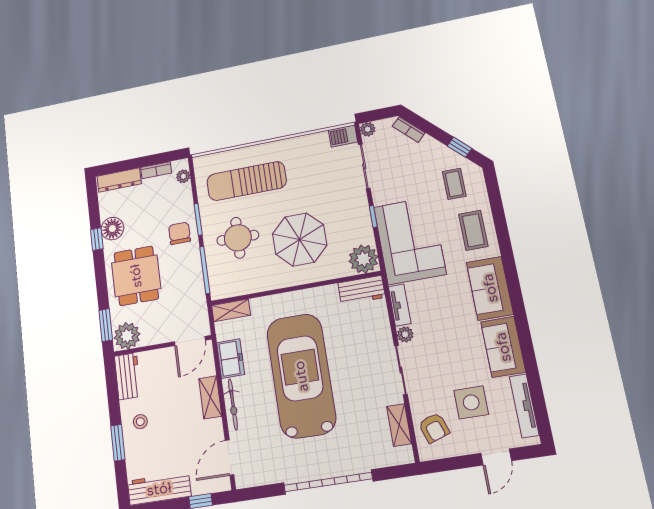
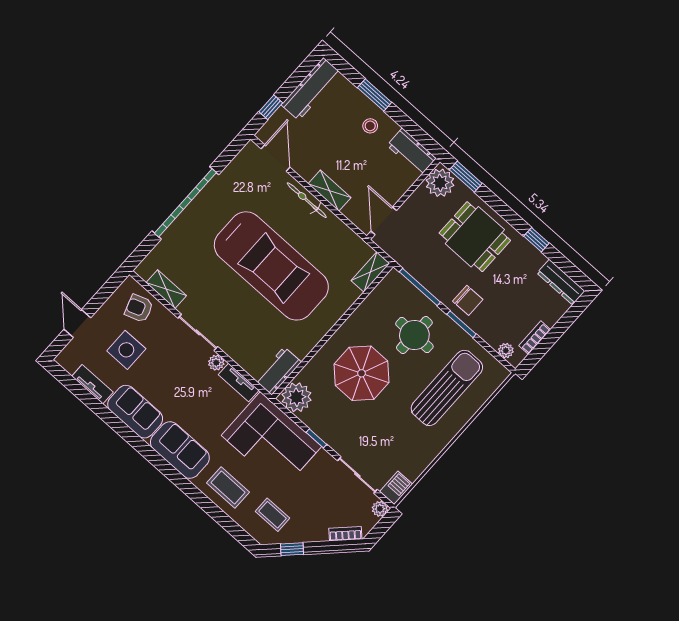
dresser: (119, 180) -> (561, 282), moved, turned -90
floor lamp: (112, 229) -> (530, 259), removed
freezer: (231, 359) -> (339, 234), removed
tv unit: (524, 406) -> (92, 384), width x0.71

